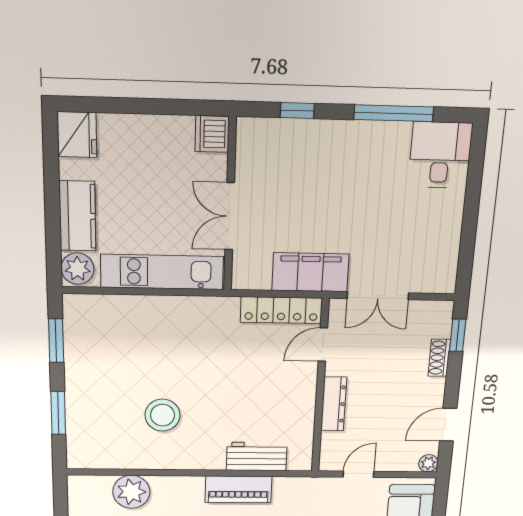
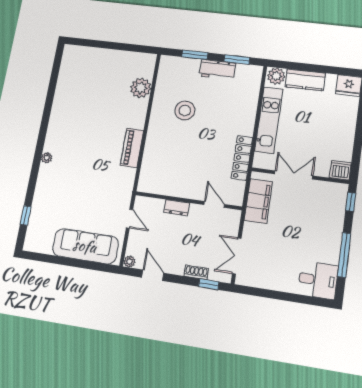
dishwasher: (212, 134) -> (340, 170), moved
wall: (230, 205) -> (300, 176), moved
double door: (230, 216) -> (294, 175), moved
double door: (378, 296) -> (237, 256), moved
locker: (281, 310) -> (242, 158), moved
dresser: (334, 404) -> (177, 208), width x0.70
workbench: (257, 456) -> (217, 70), moved, turned 90

